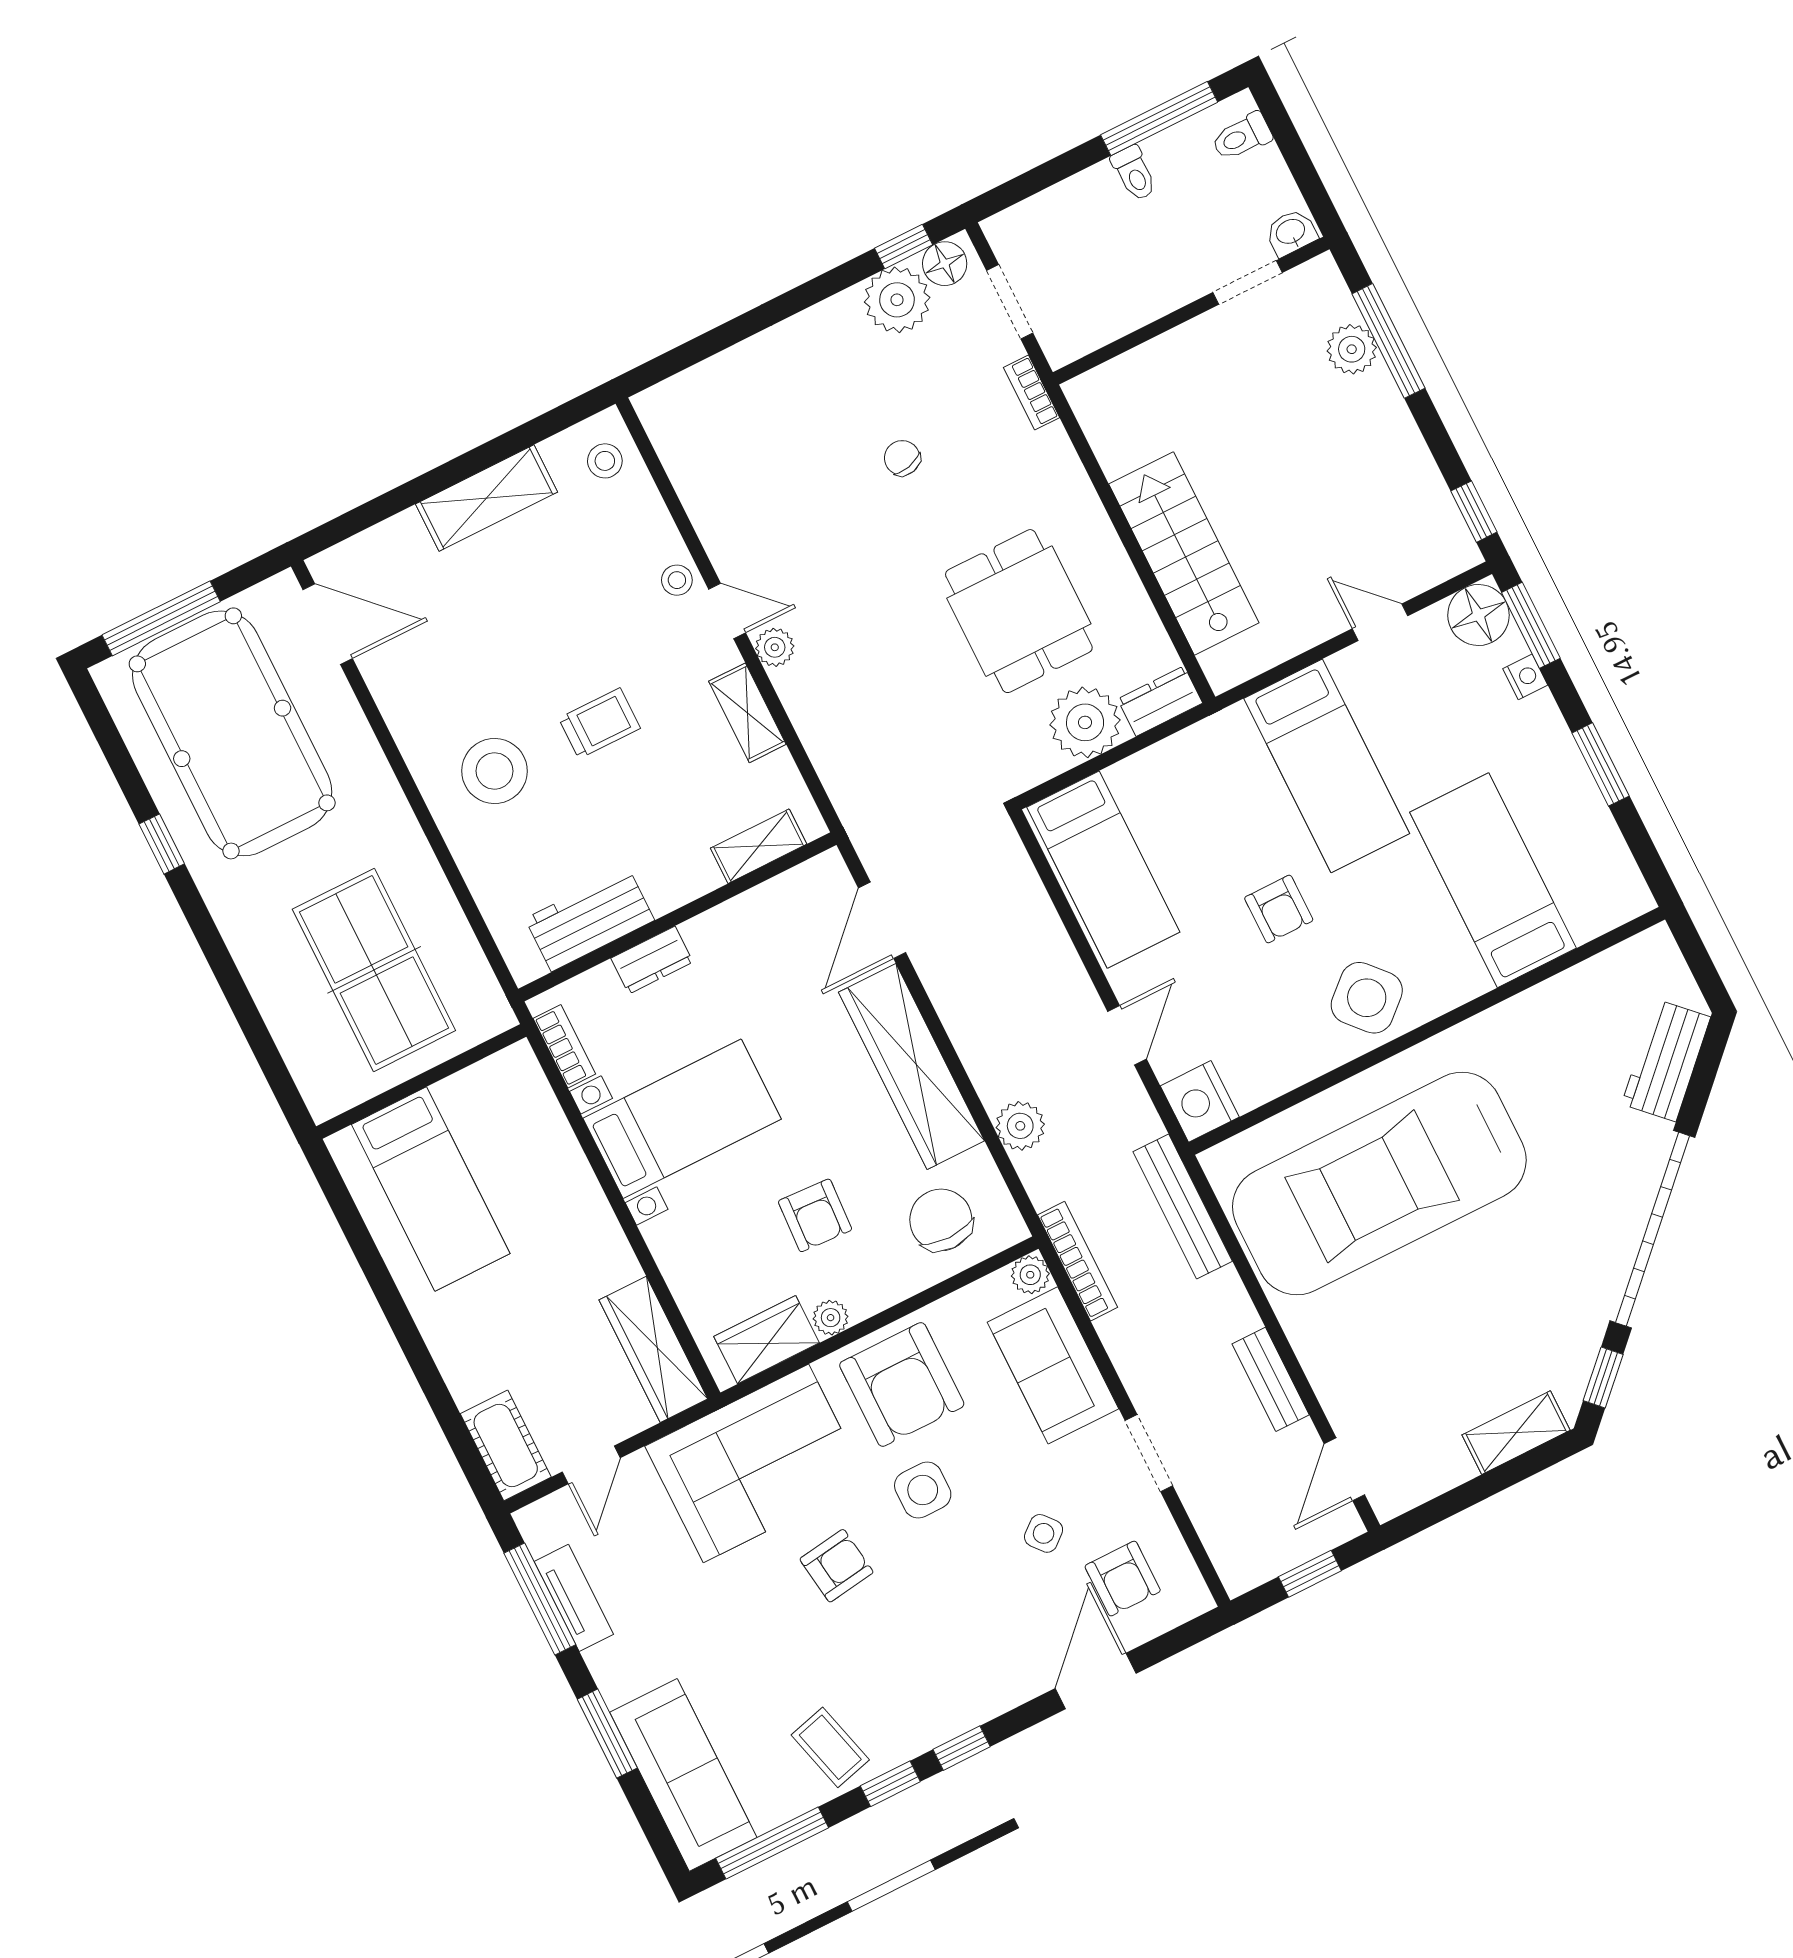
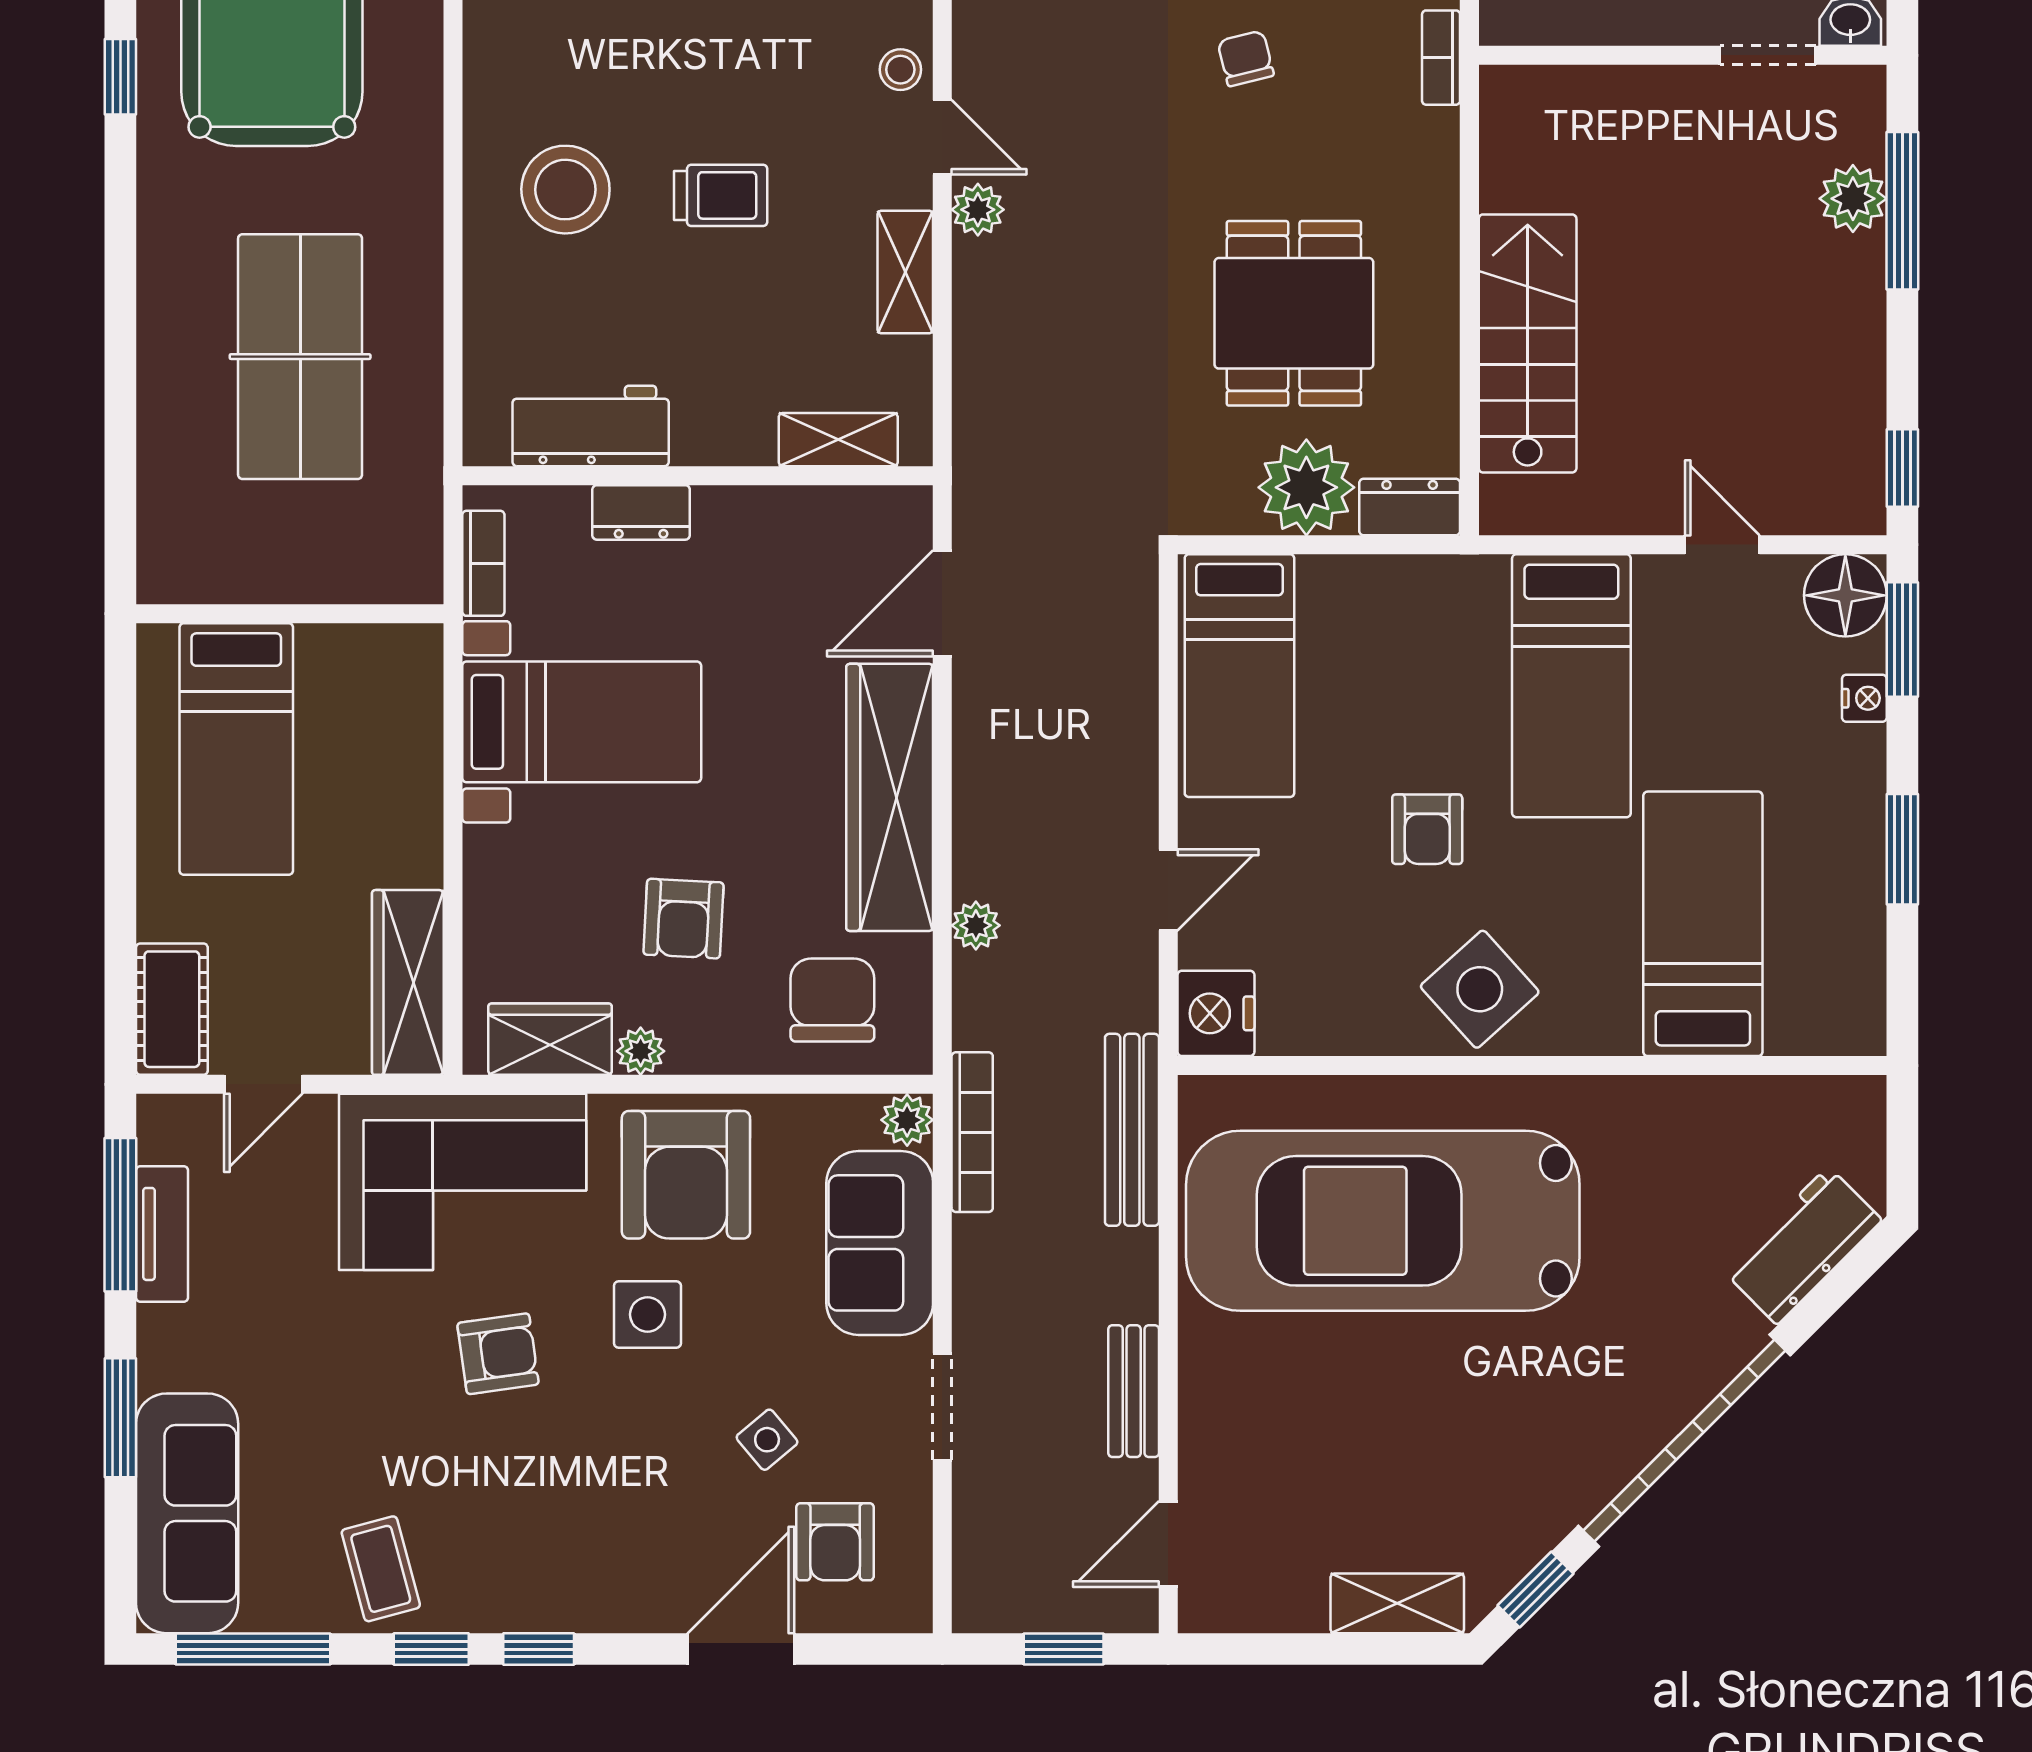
wall: (421, 1082) -> (290, 614), moved
plant: (1020, 1126) -> (976, 925), width x0.73, depth x0.73
bed: (431, 1189) -> (236, 749), moved

